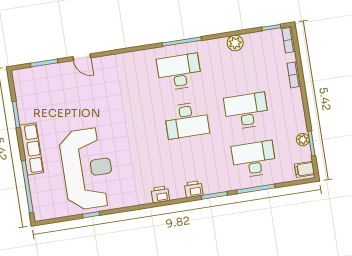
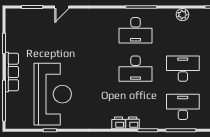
door: (82, 57) -> (62, 7), hinge flipped
desk: (179, 72) -> (136, 30), turned 180
printer: (160, 194) -> (119, 123), moved

